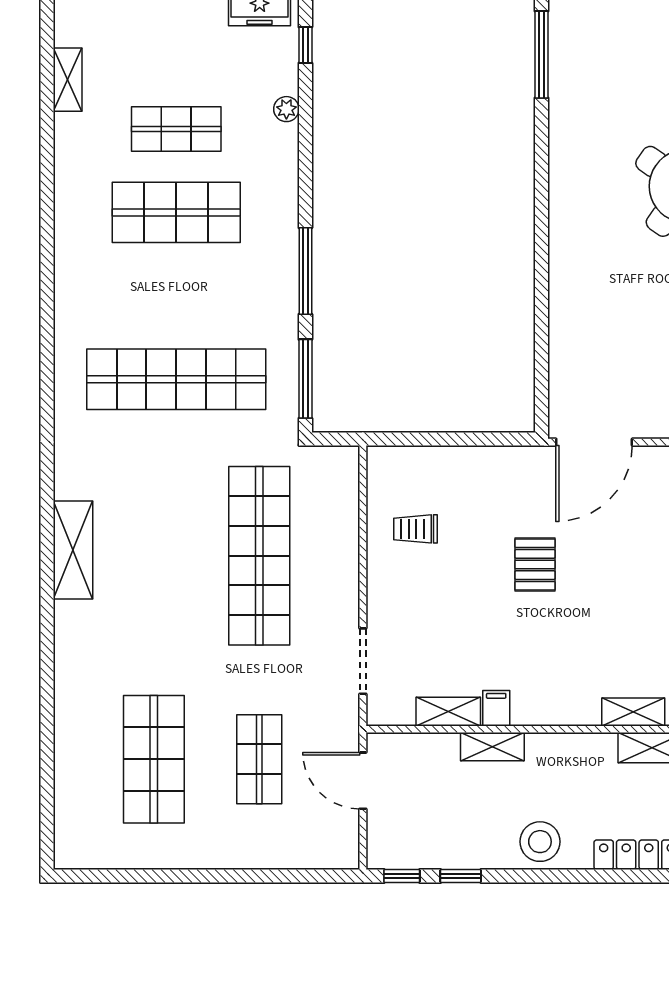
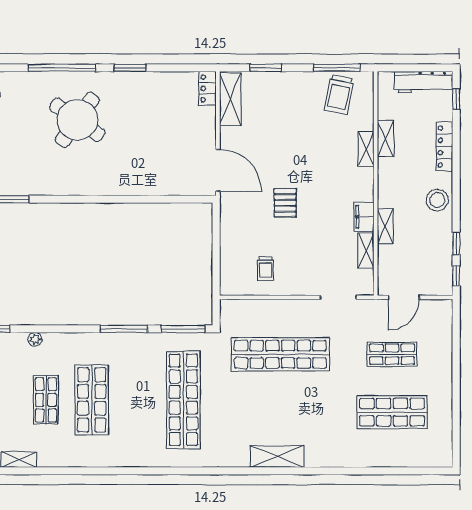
pallet: (535, 564) -> (285, 203), turned 90
filing cabinet: (496, 708) -> (364, 217), width x2.00

